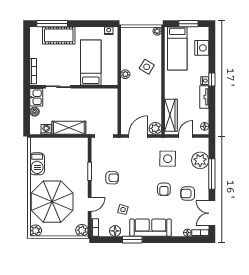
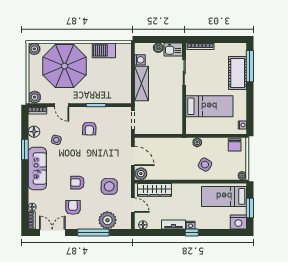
chair: (128, 38) -> (235, 145), added
nightstand: (202, 48) -> (238, 222), moved

